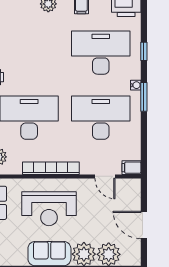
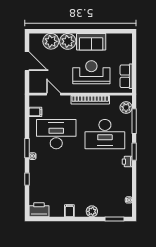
desk: (101, 53) -> (56, 178), removed
desk: (101, 118) -> (56, 134), turned 180
filing cabinet: (131, 168) -> (35, 112), moved

